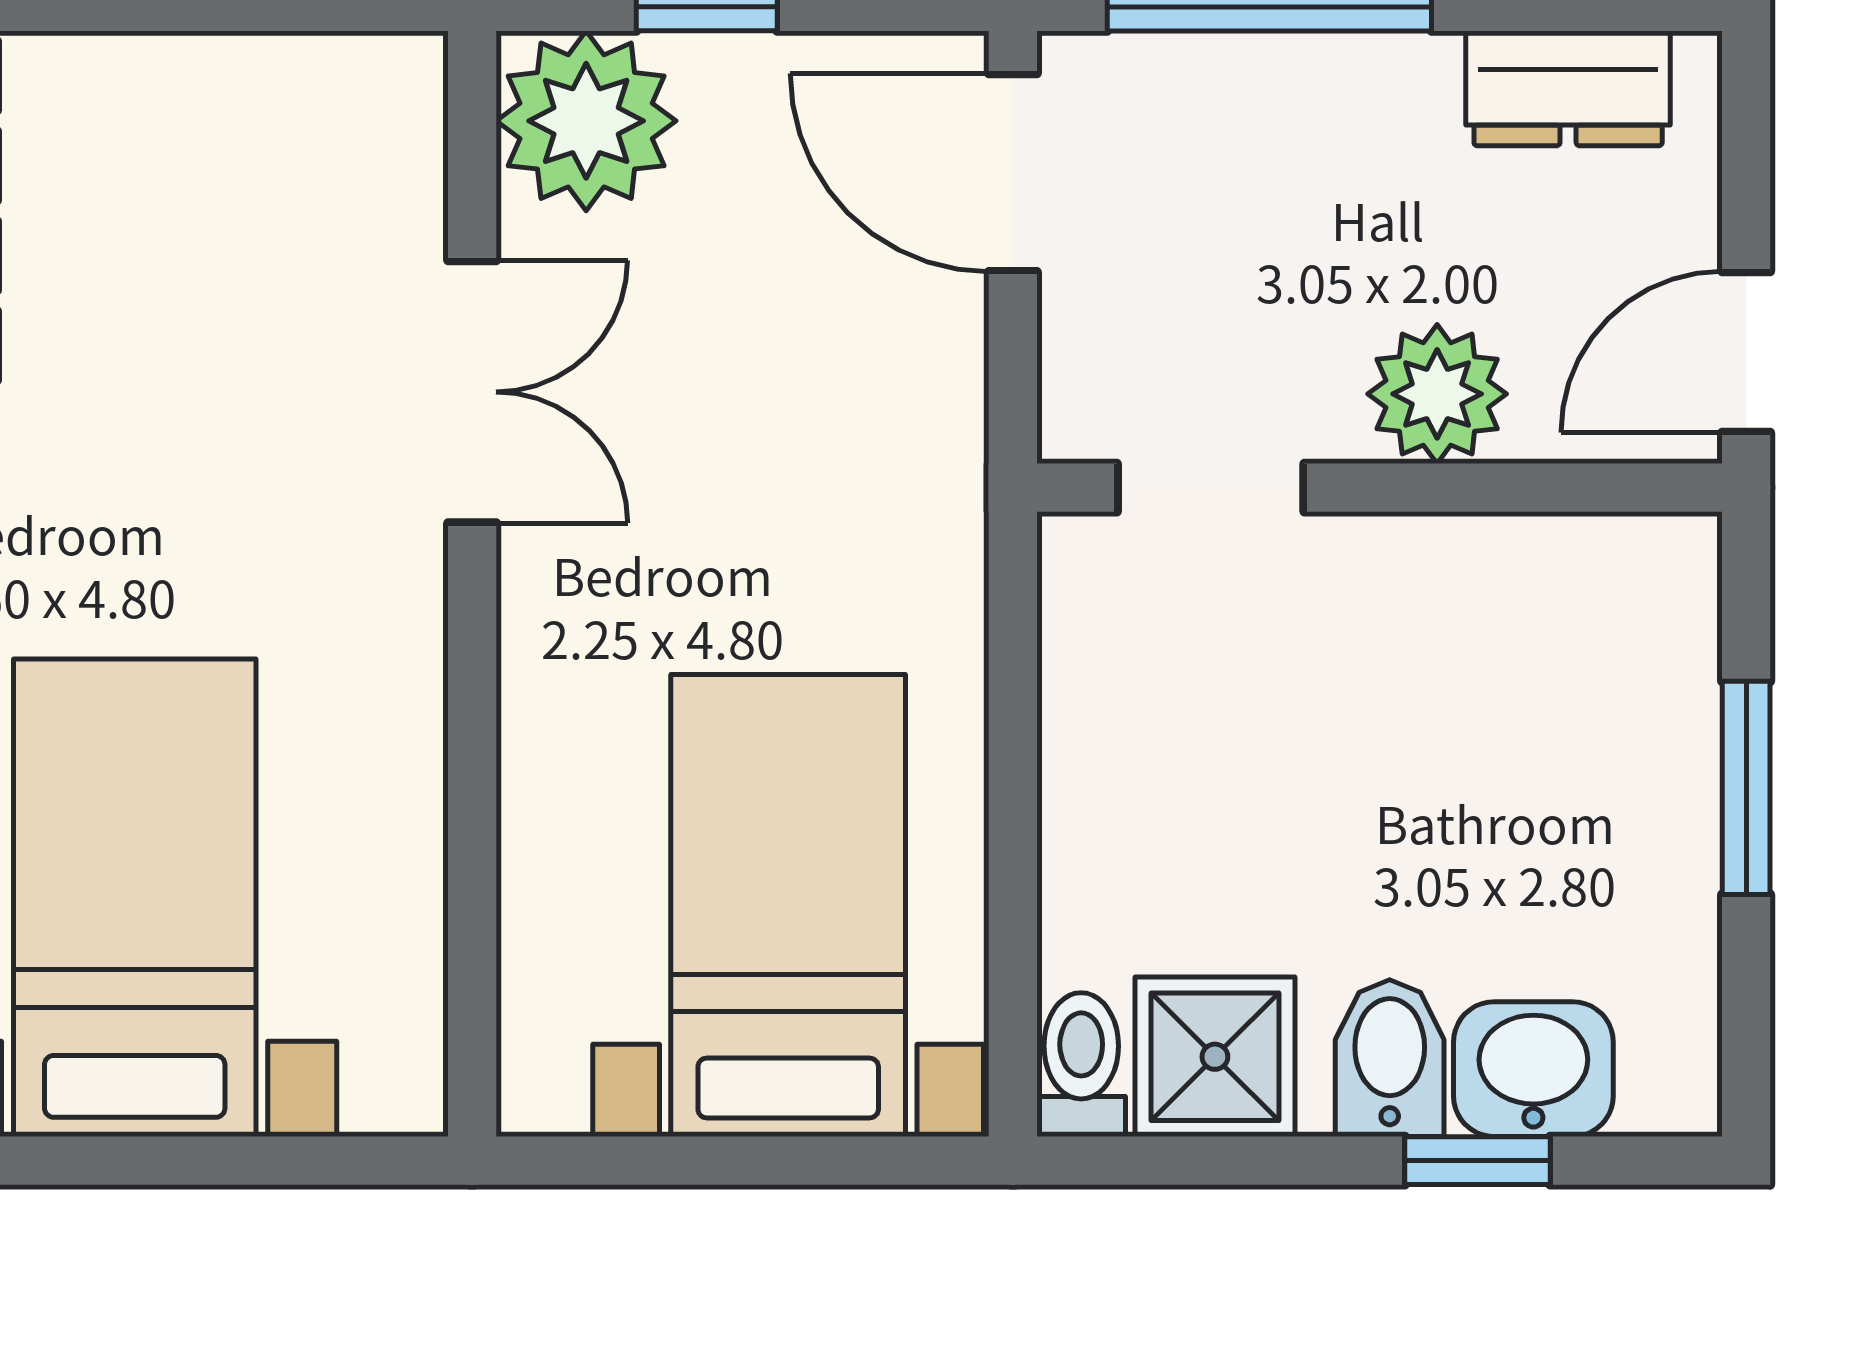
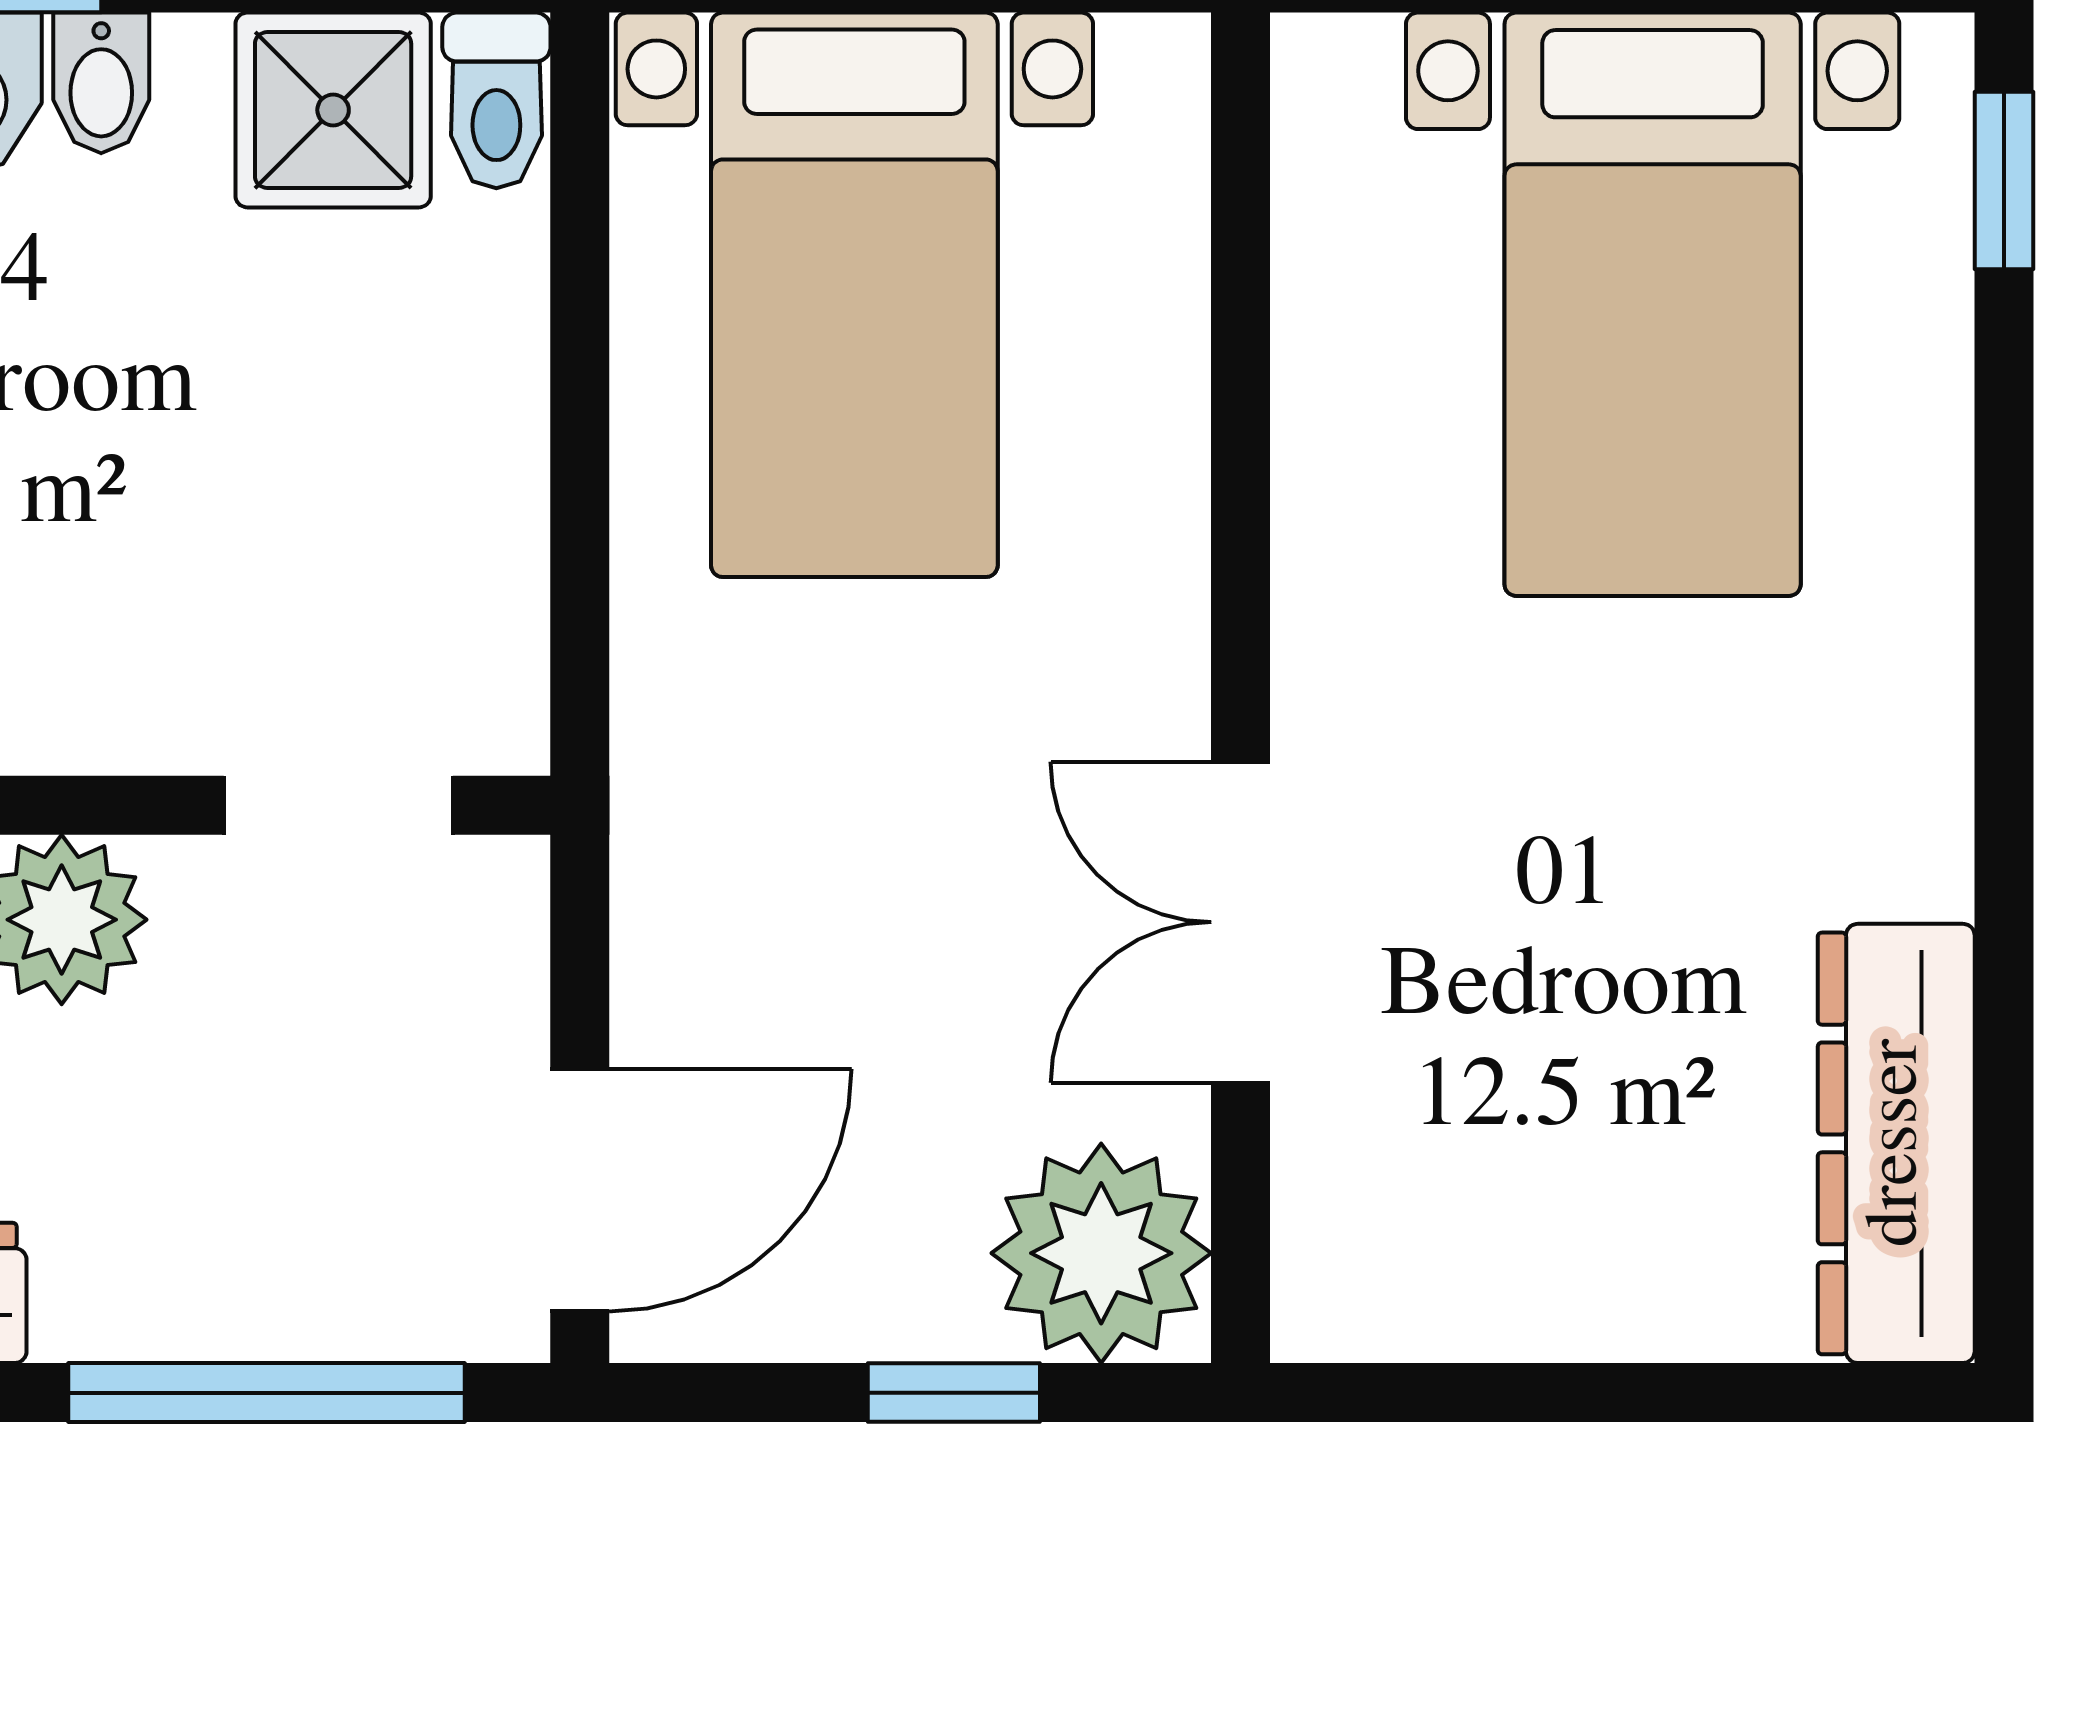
door: (1013, 173) -> (580, 1190), hinge flipped
bidet: (1390, 1058) -> (101, 83), width x0.72, depth x0.74

